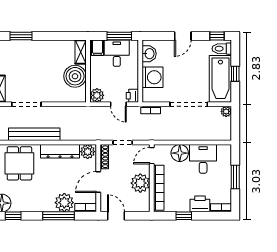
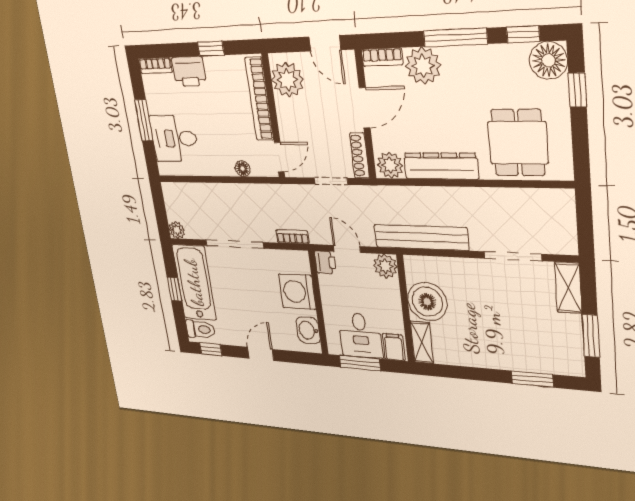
bench: (34, 134) -> (421, 237), moved
floor lamp: (180, 153) -> (243, 169), width x0.53, depth x0.53
desk: (203, 159) -> (174, 139), moved, turned 90
plant: (140, 183) -> (287, 80), moved
window: (59, 216) -> (455, 37), moved

